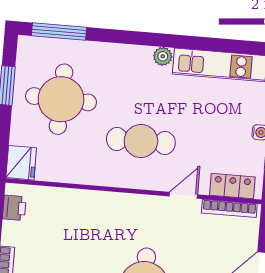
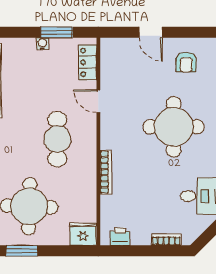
bookcase: (229, 208) -> (106, 172), moved

